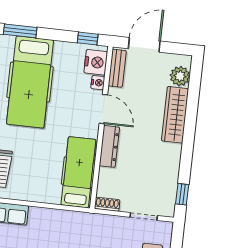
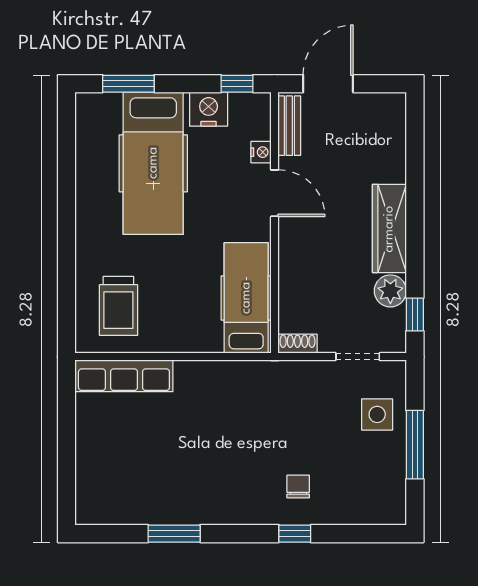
nightstand: (96, 62) -> (209, 109), moved, turned -90
plant: (180, 76) -> (390, 291), moved
wardrobe: (175, 115) -> (389, 229), moved
dresser: (109, 146) -> (291, 251), removed

